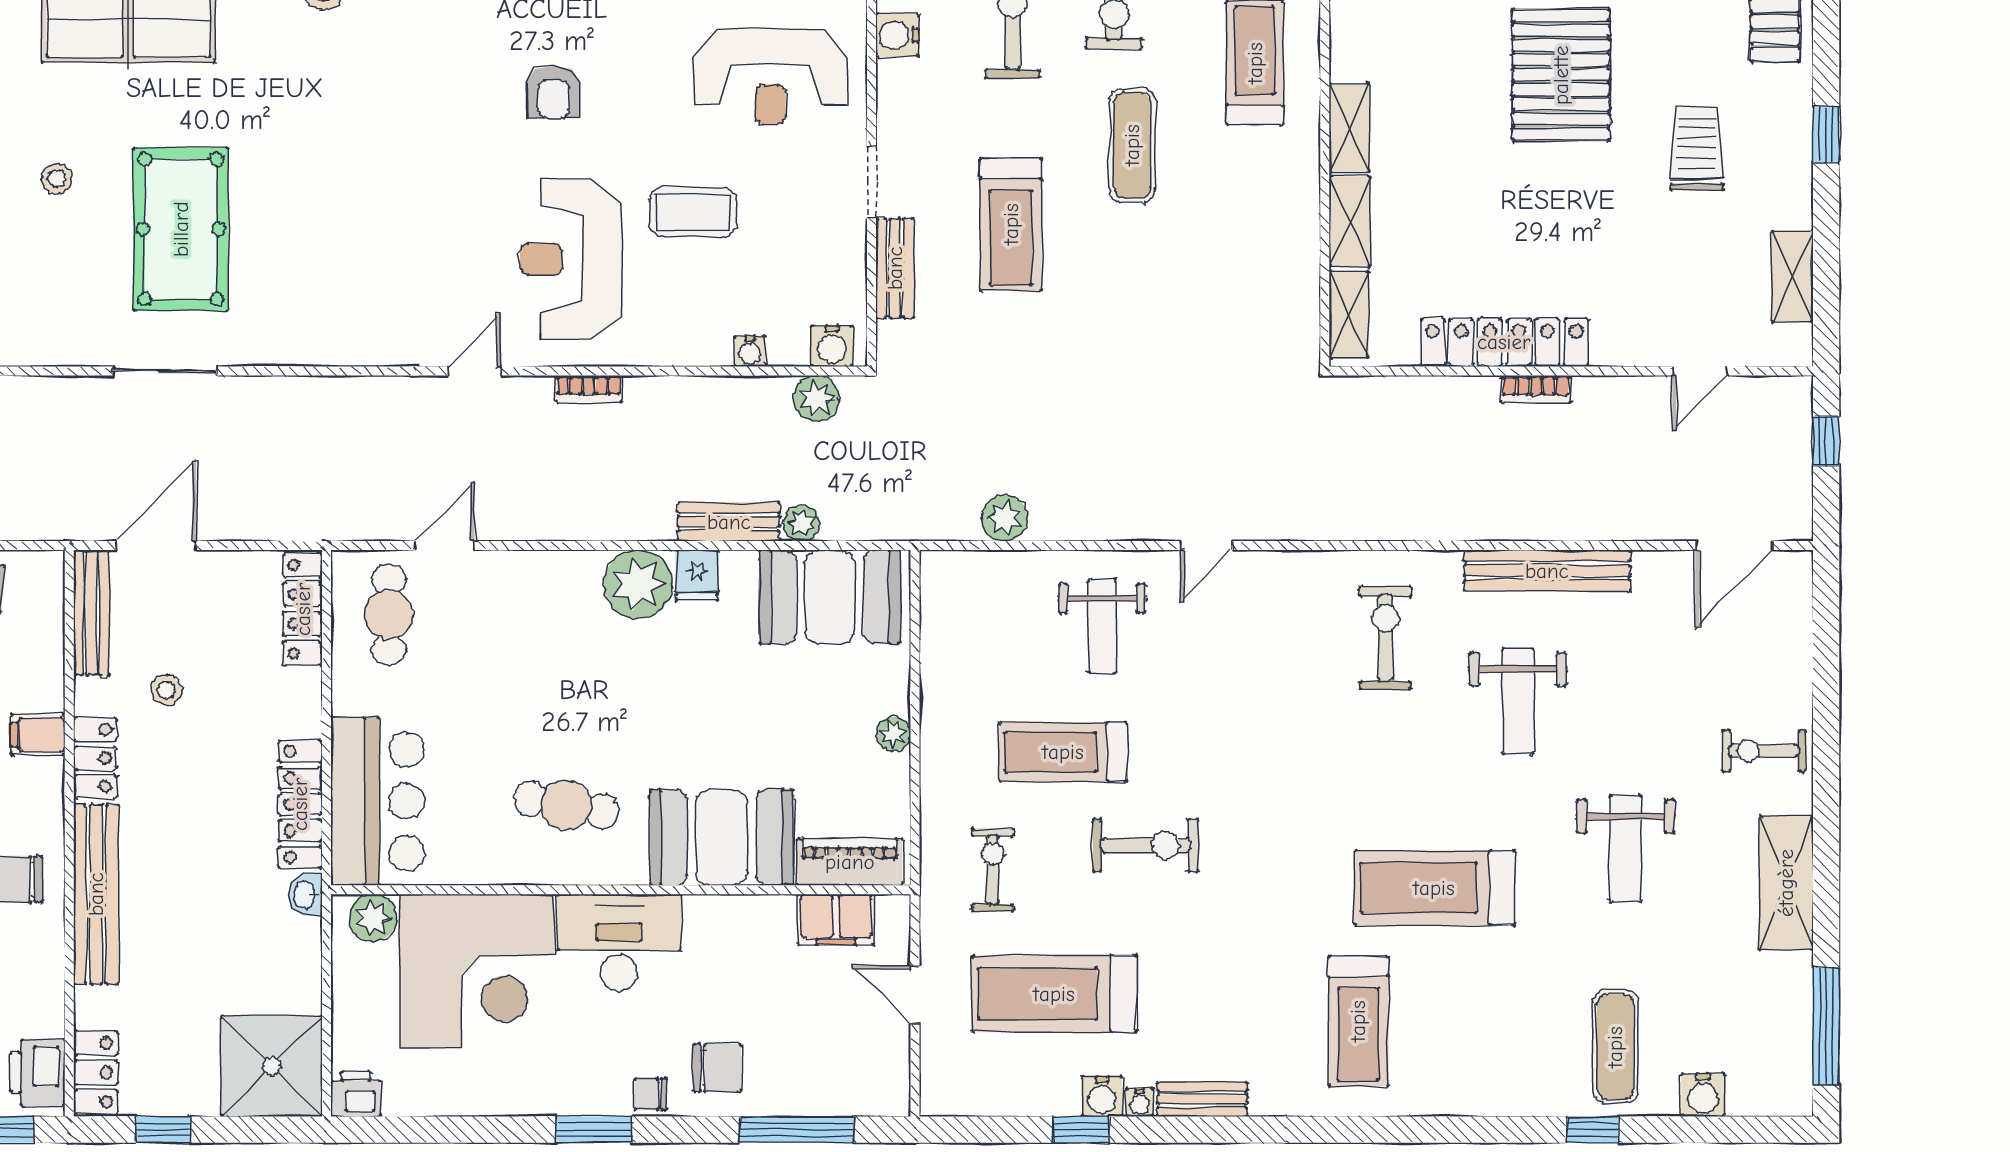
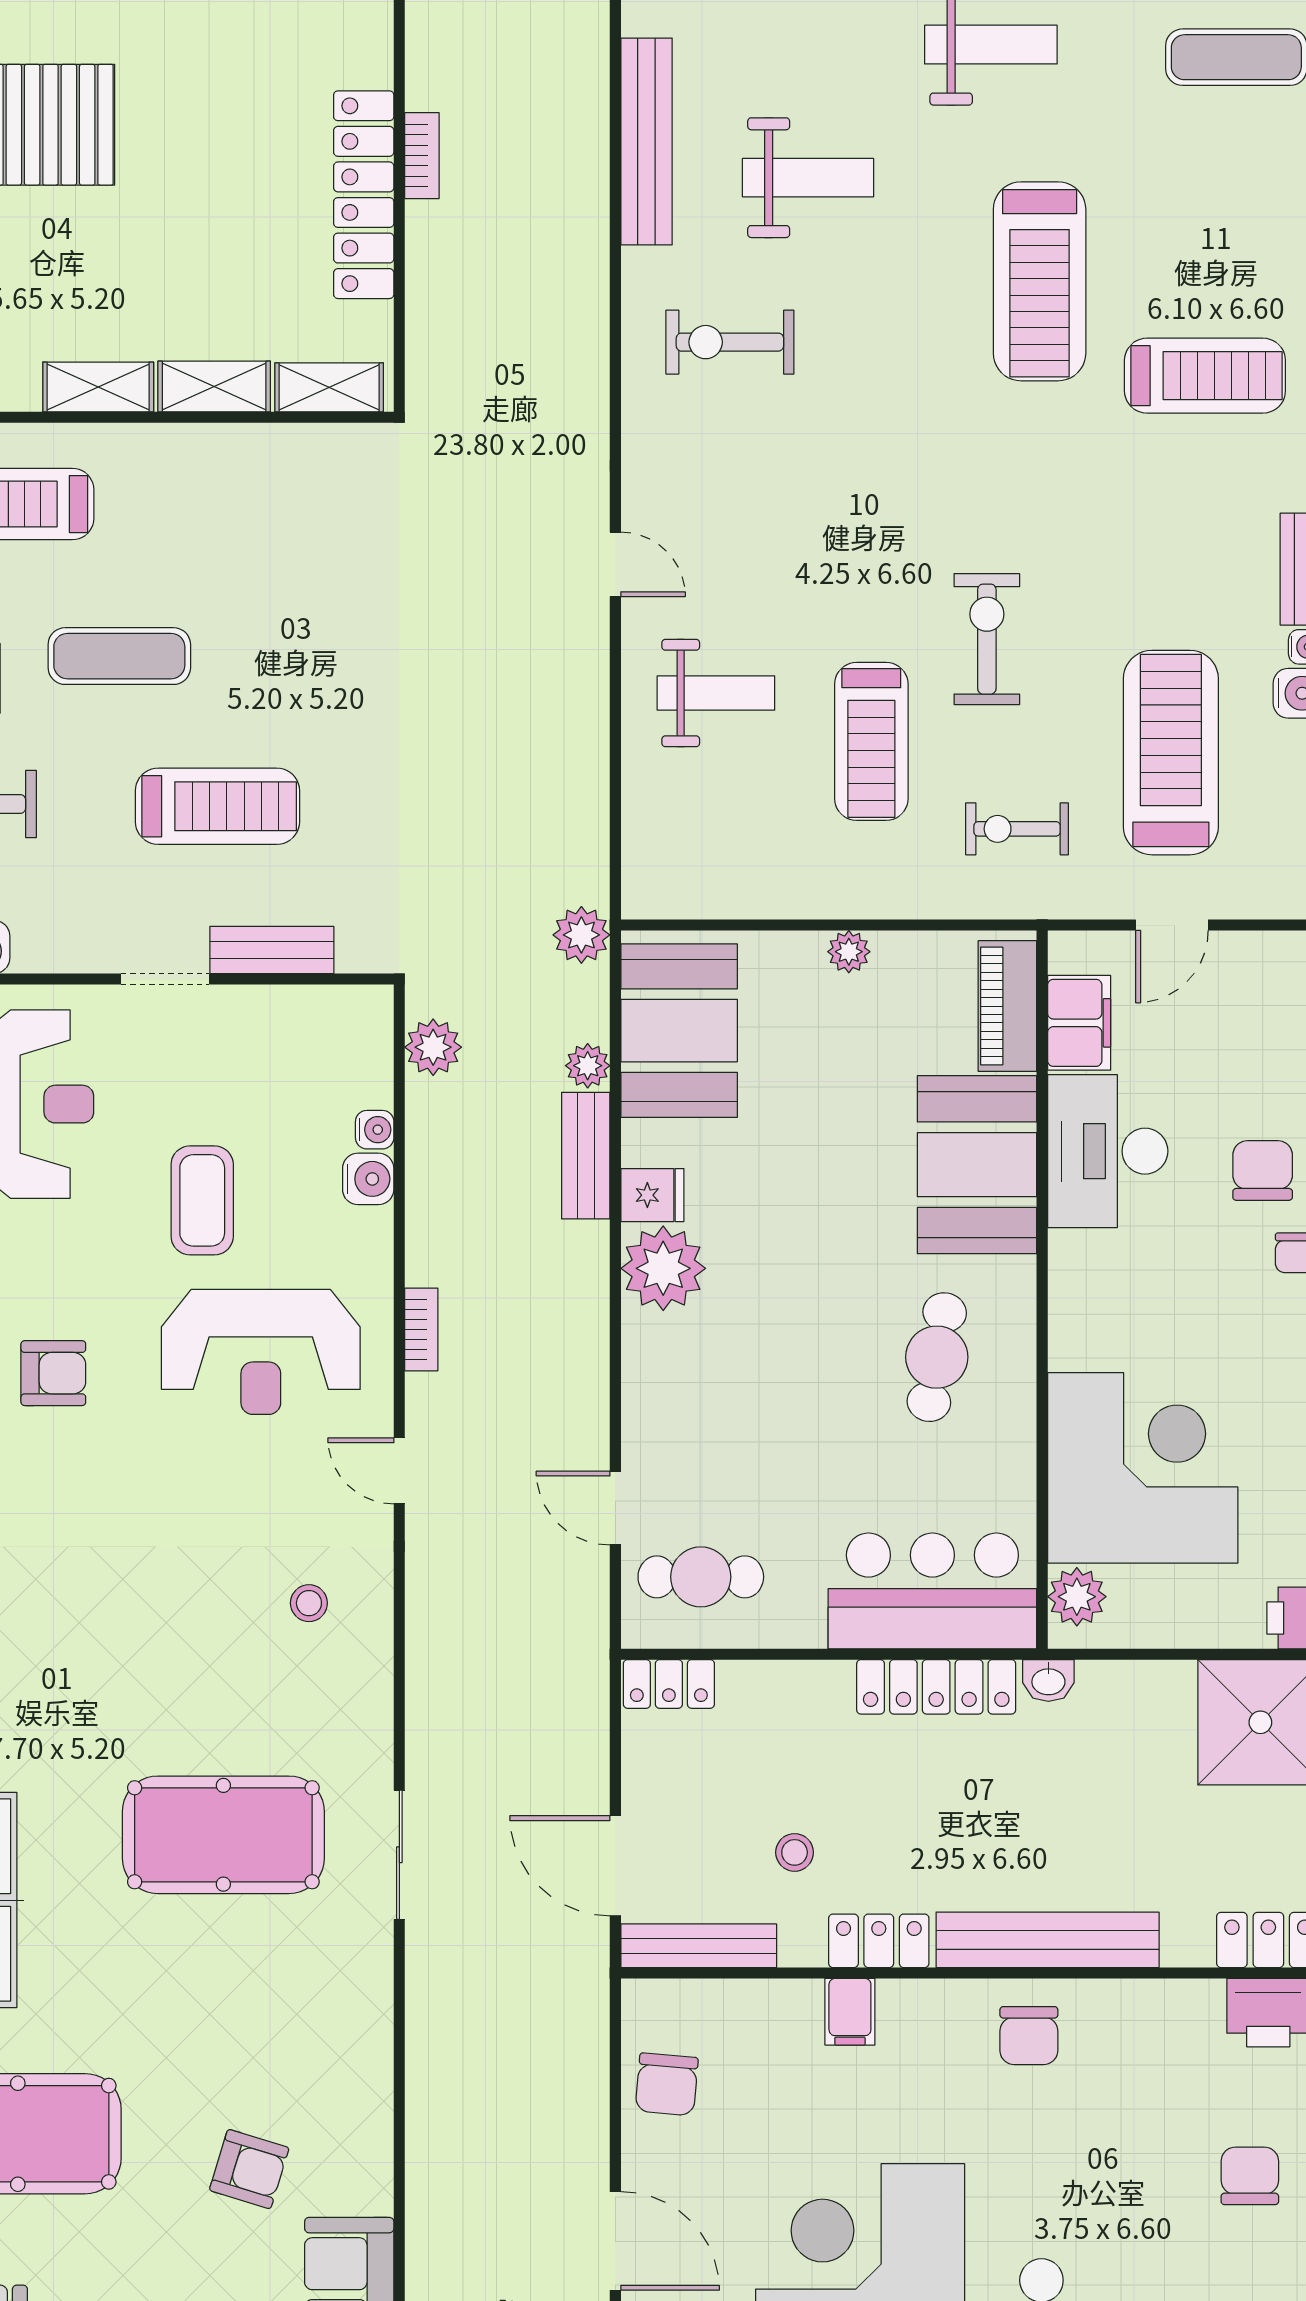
stool: (57, 179) -> (309, 1603), moved
water cooler: (832, 346) -> (368, 1179), moved
plant: (1004, 518) -> (581, 935), moved
locker: (303, 609) -> (669, 1684), width x0.66
desk: (619, 943) -> (1108, 1151), moved
treadmill: (1054, 994) -> (1171, 753), turned 180

